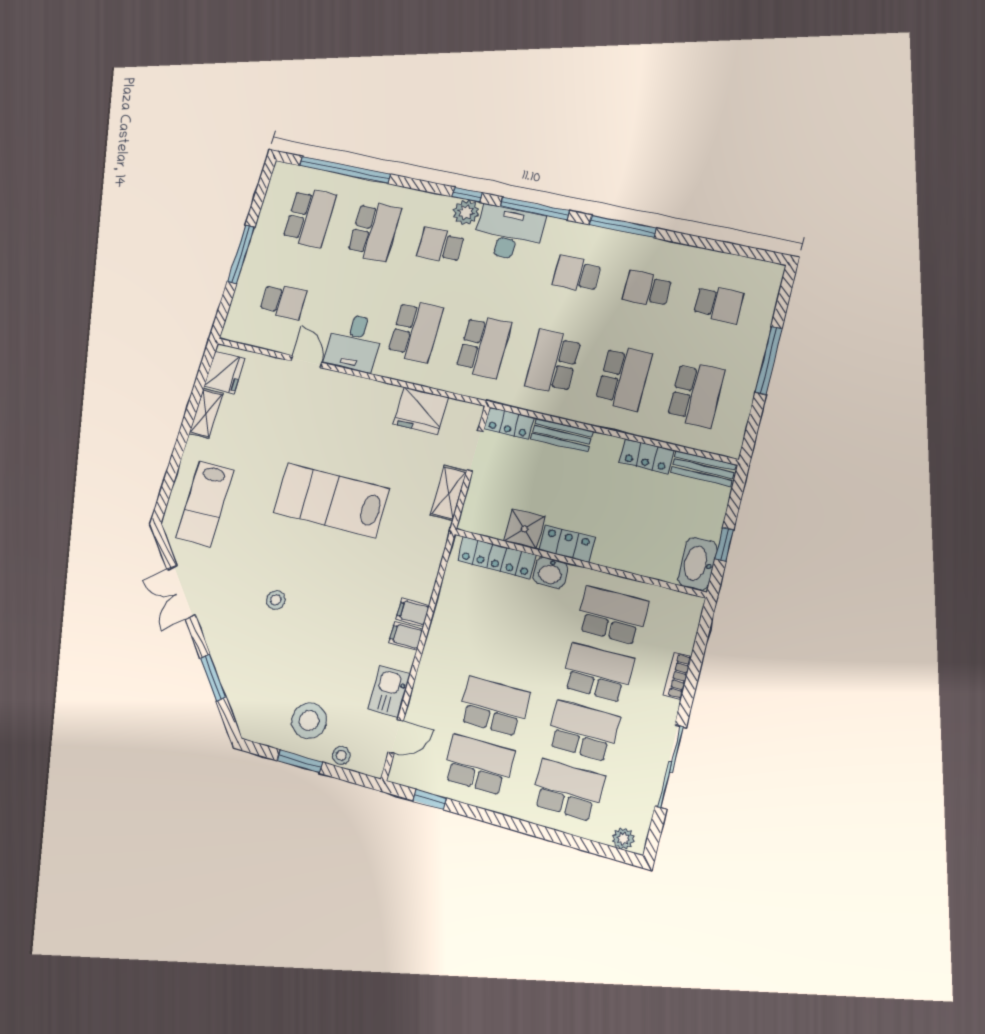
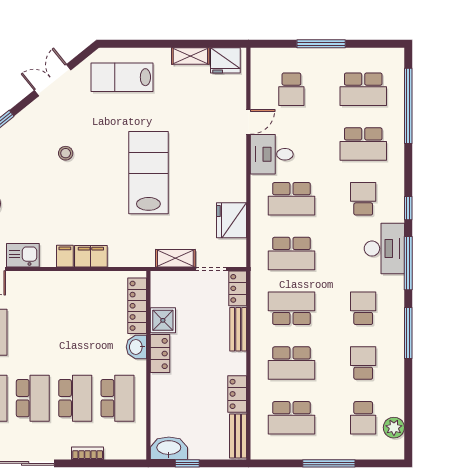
plant: (466, 212) -> (394, 428), moved
filing cabinet: (413, 612) -> (91, 256), width x2.00
school desk: (494, 706) -> (33, 332), removed

